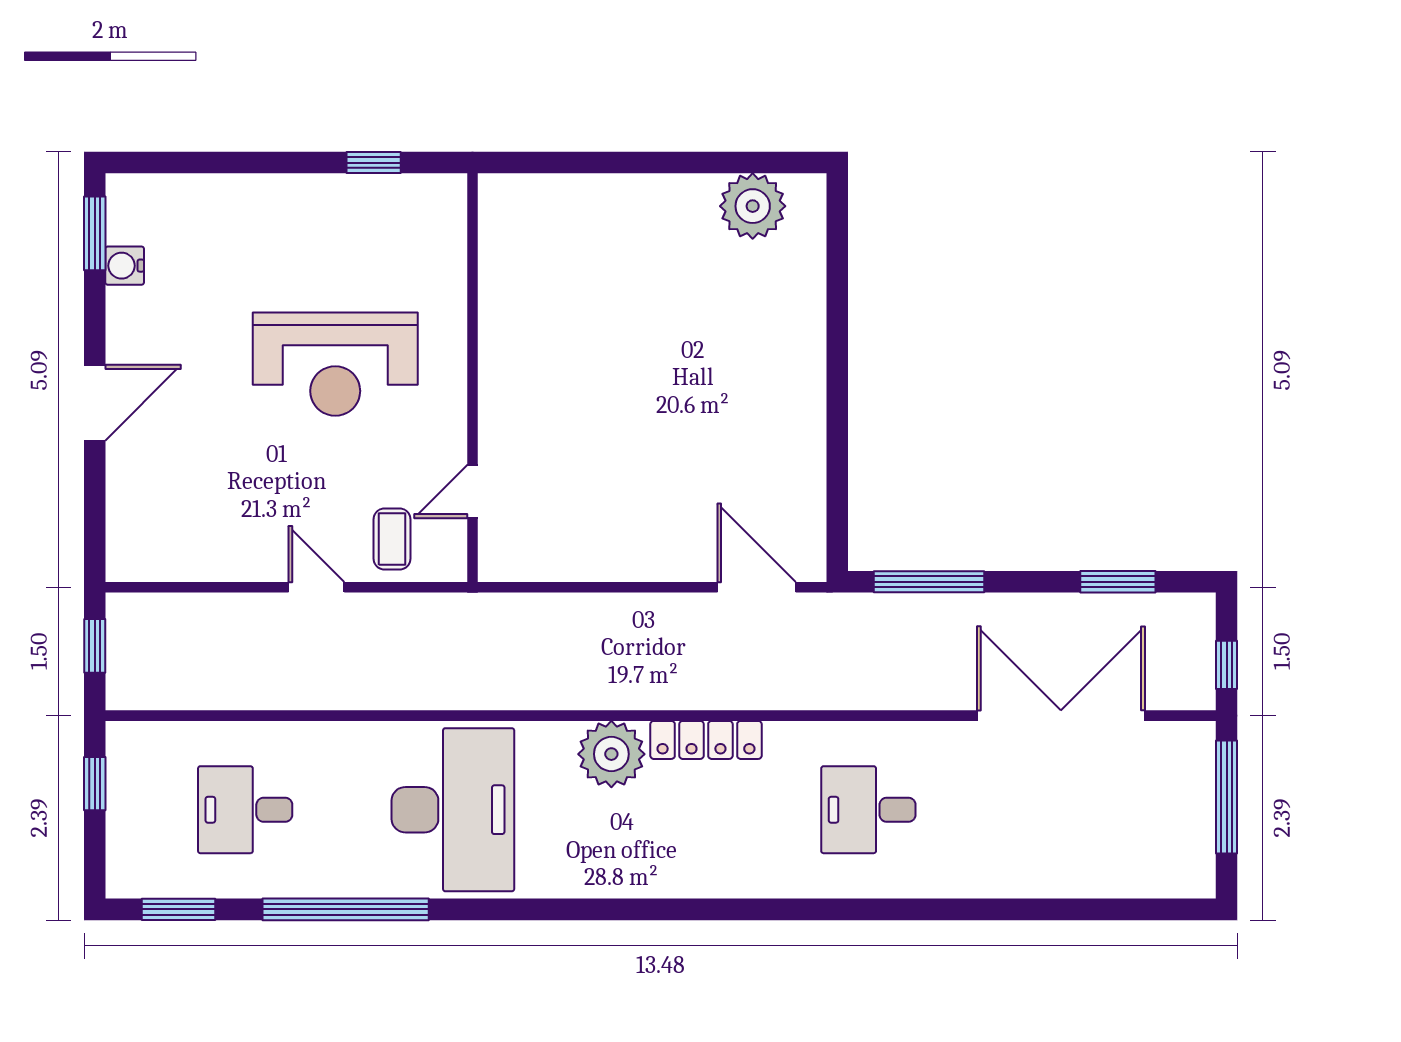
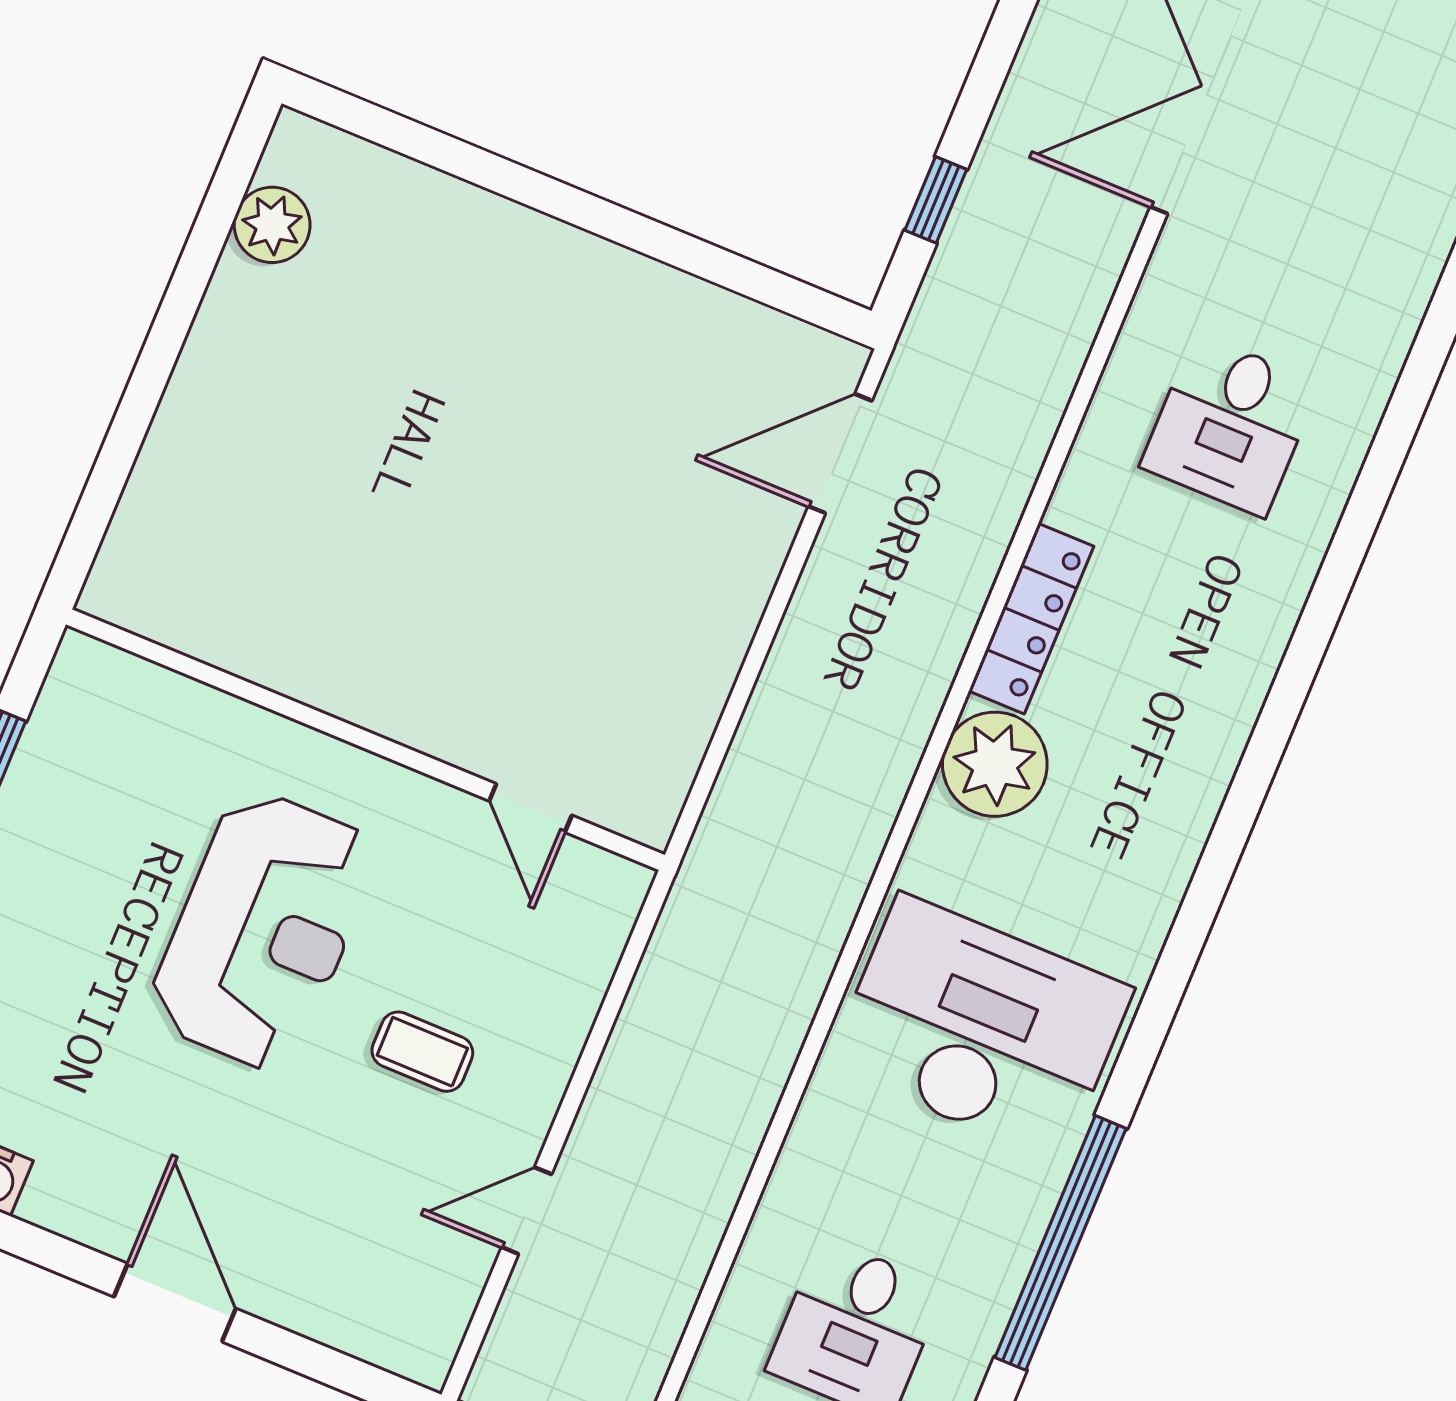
plant: (753, 206) -> (272, 225), width x0.73, depth x0.73
coffee table: (392, 539) -> (422, 1052), moved
window: (929, 582) -> (936, 200), width x0.46
door: (316, 587) -> (527, 1211), moved

